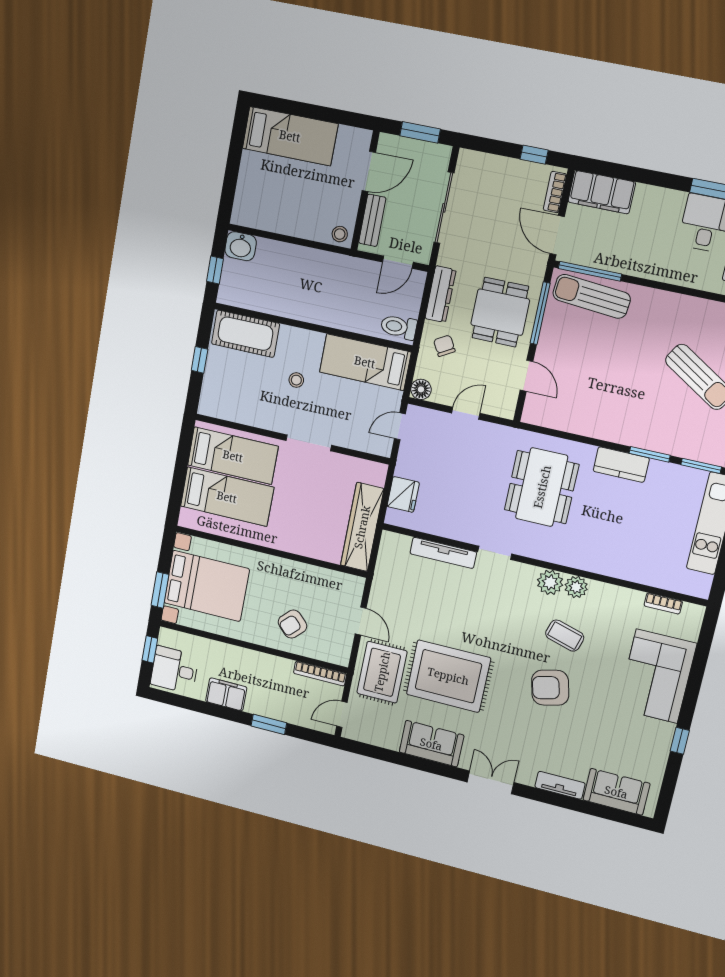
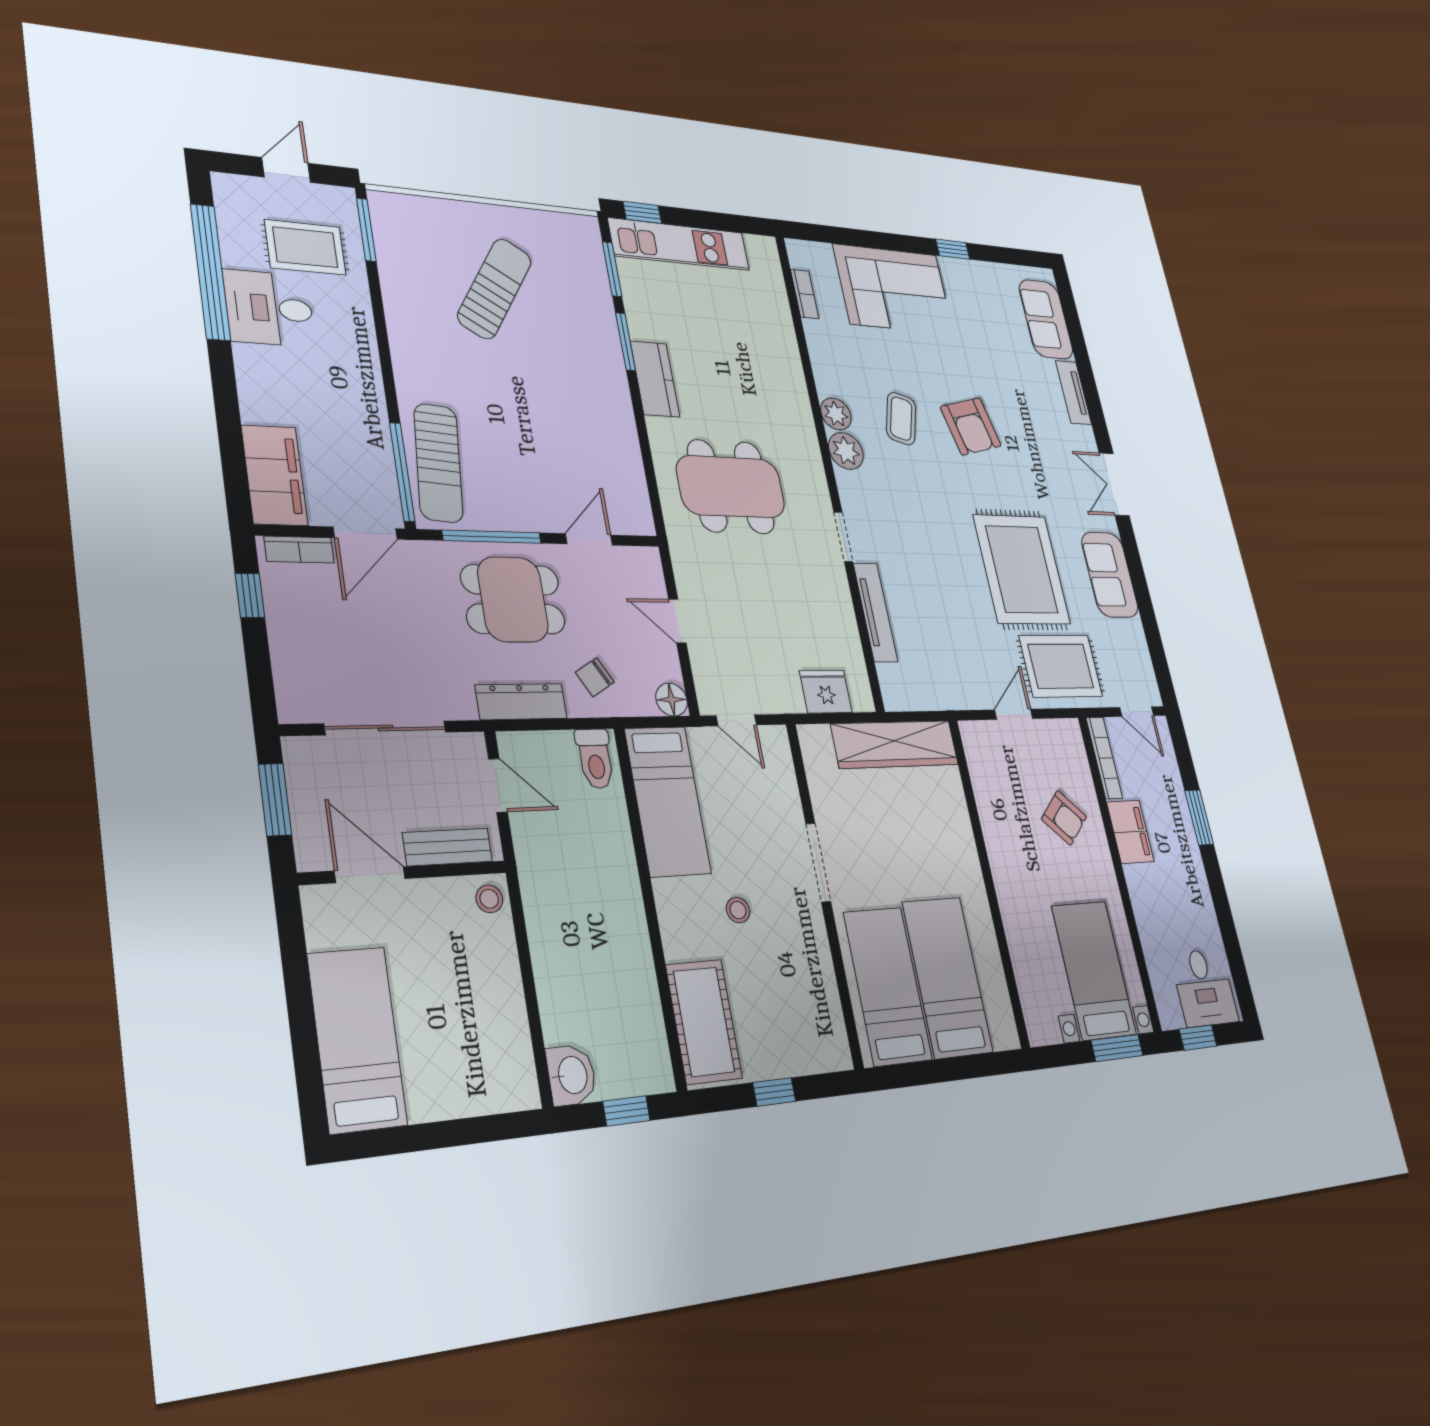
bed with nightstands: (207, 586) -> (1094, 970), width x0.73
filing cabinet: (226, 694) -> (1130, 832), moved, turned 180

